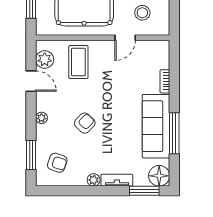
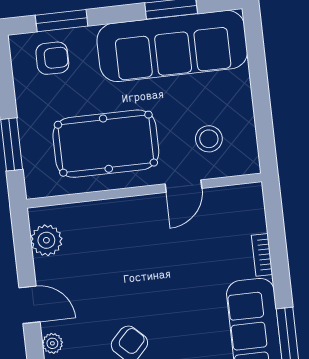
coffee table: (78, 62) -> (106, 238), removed
door: (31, 81) -> (30, 305), moved

